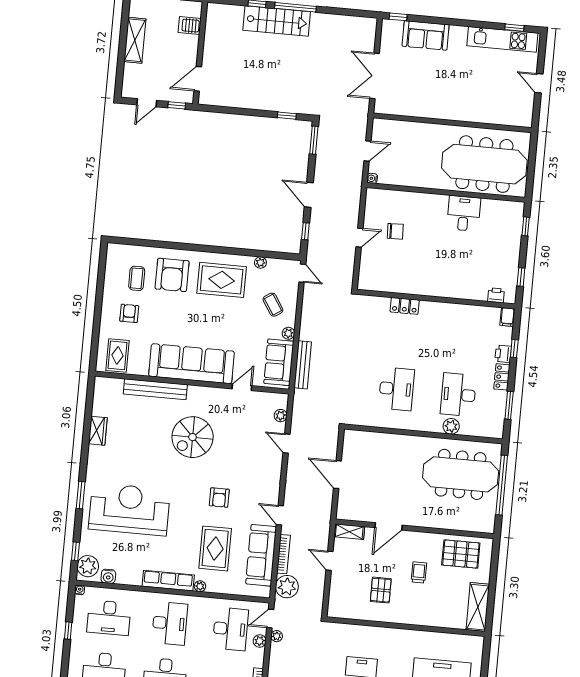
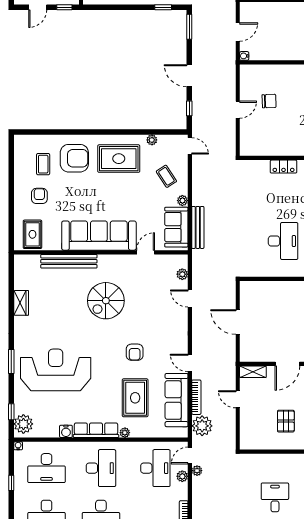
armchair: (172, 275) -> (74, 158), turned -90
water cooler: (108, 576) -> (66, 431), moved

